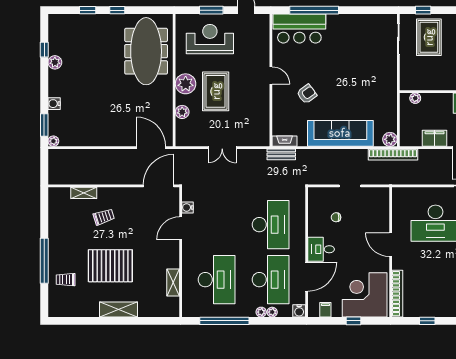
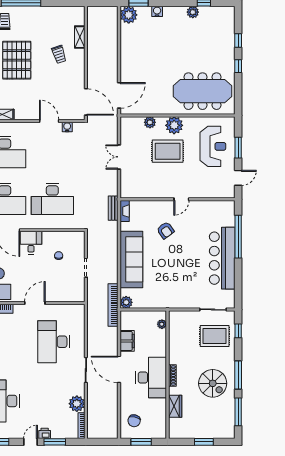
bar counter: (299, 29) -> (222, 258), moved, width x1.36
plant: (53, 141) -> (129, 15), width x1.88, depth x1.88

